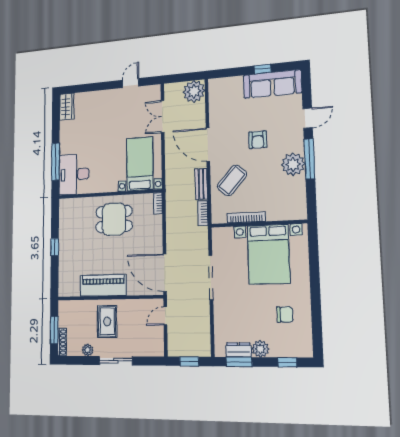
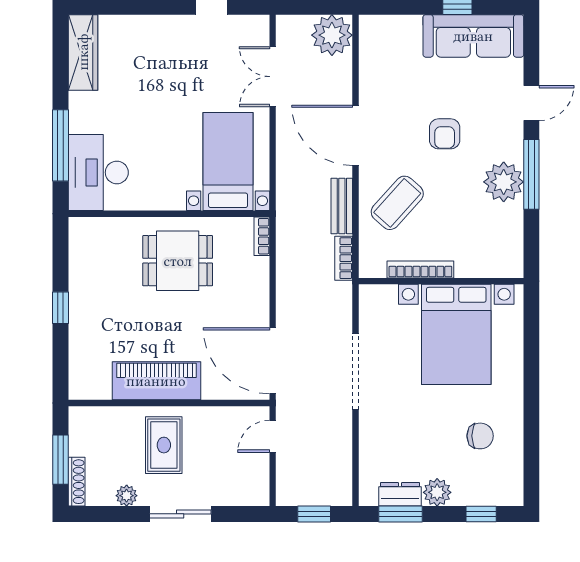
wardrobe: (67, 107) -> (83, 52), width x1.50

